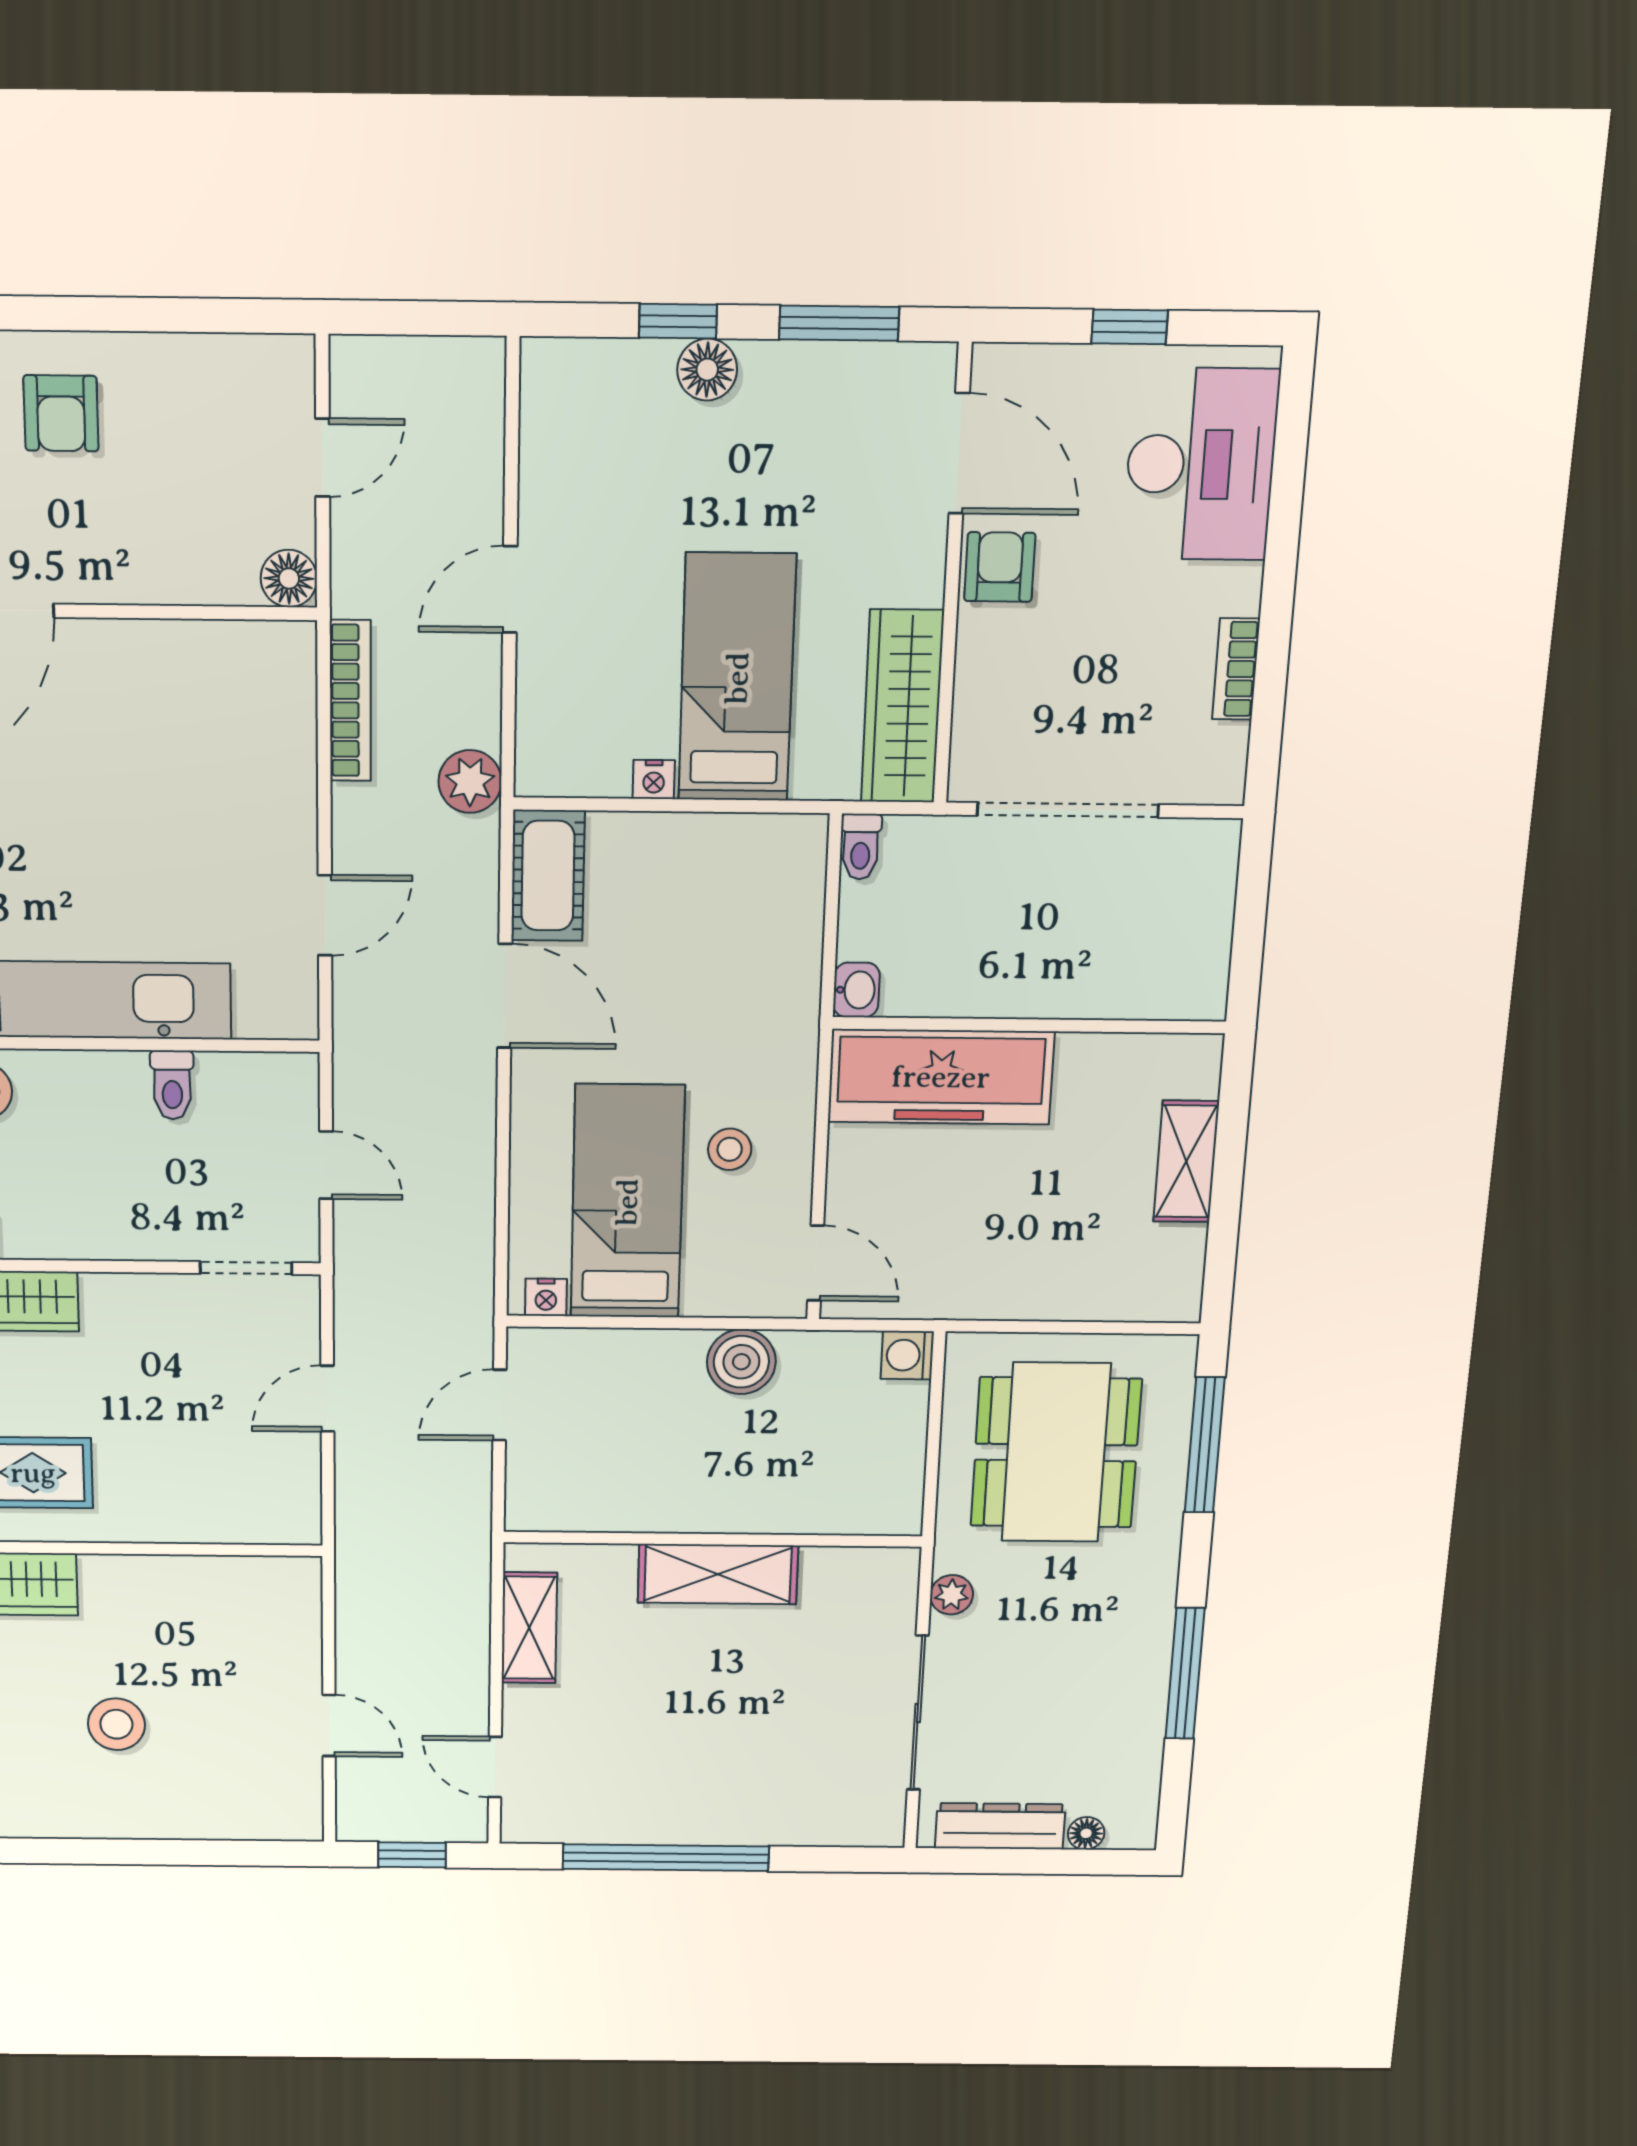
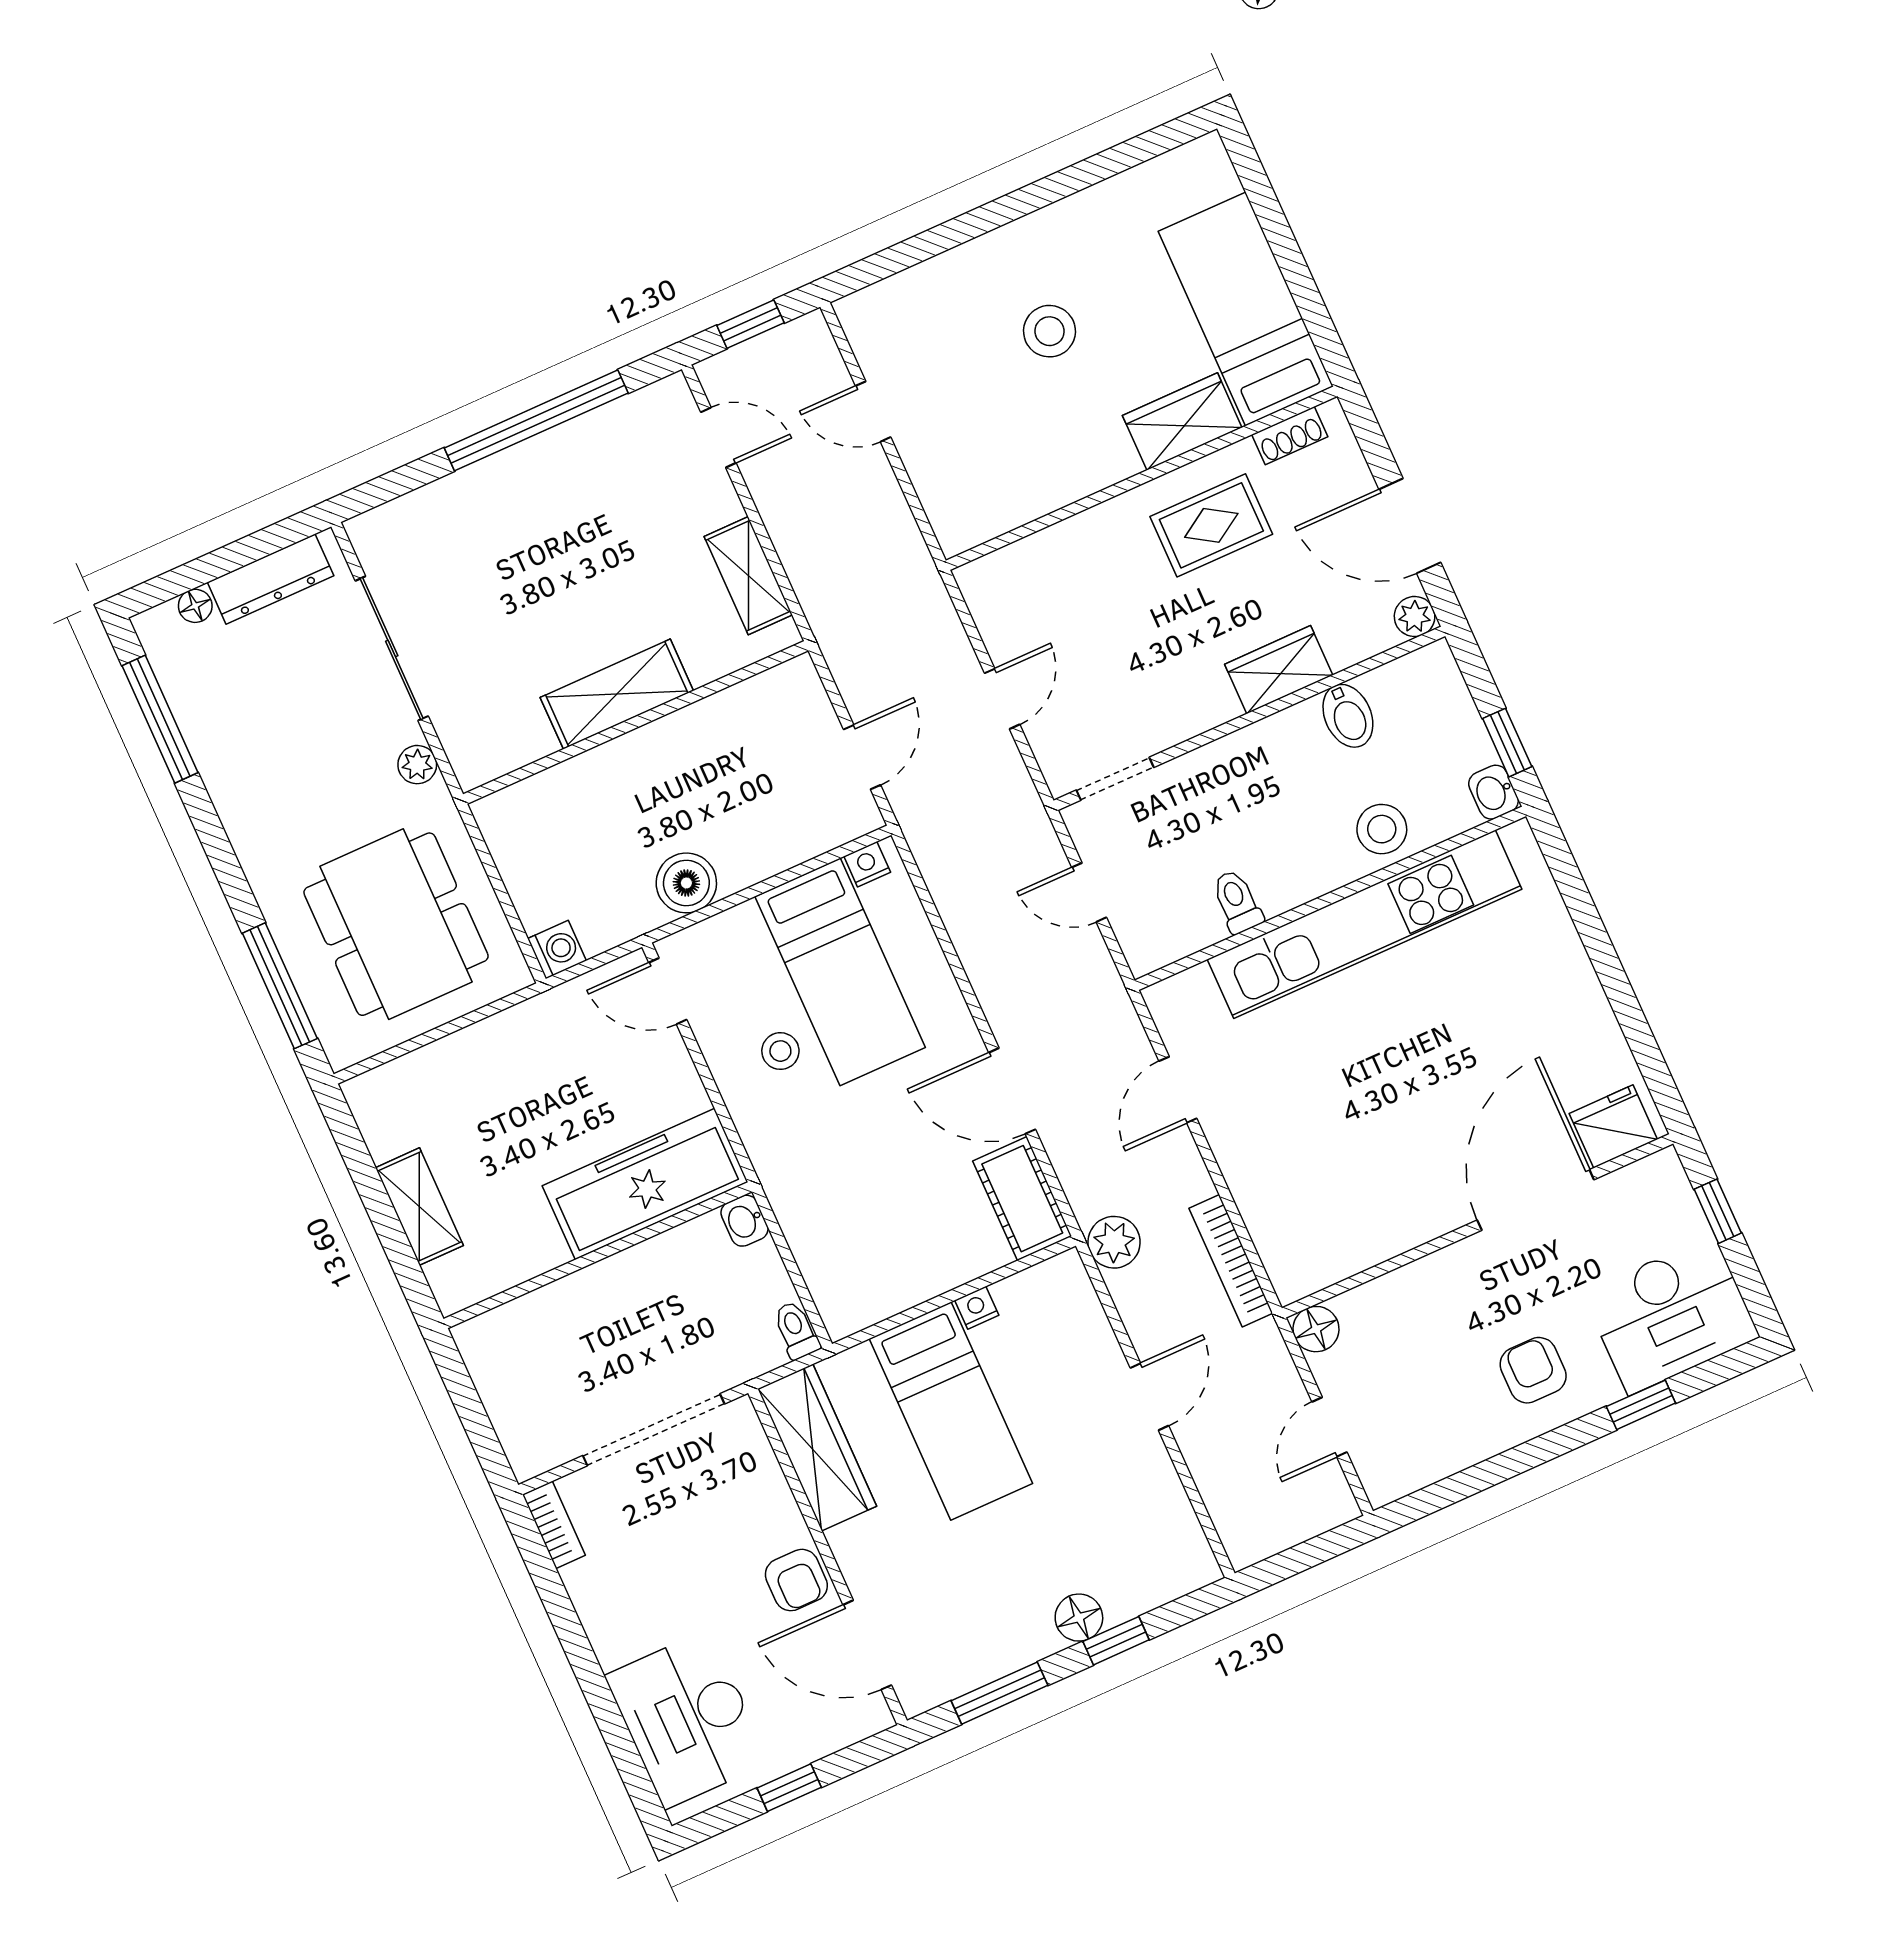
bookcase: (1236, 669) -> (554, 1525), moved
window: (1185, 1674) -> (160, 719), moved

